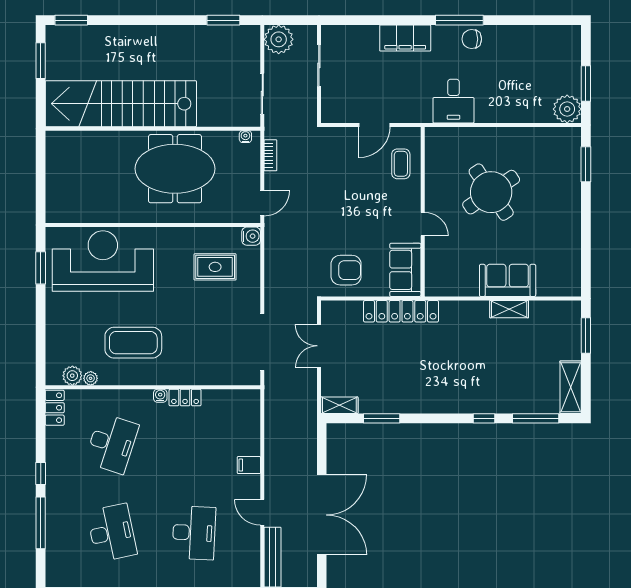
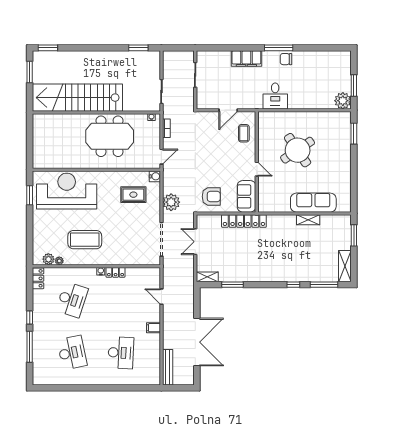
plant: (279, 39) -> (171, 202), moved
sofa: (508, 280) -> (313, 203), width x1.36
filing cabinet: (249, 465) -> (154, 328), moved
door: (262, 512) -> (161, 297), moved

